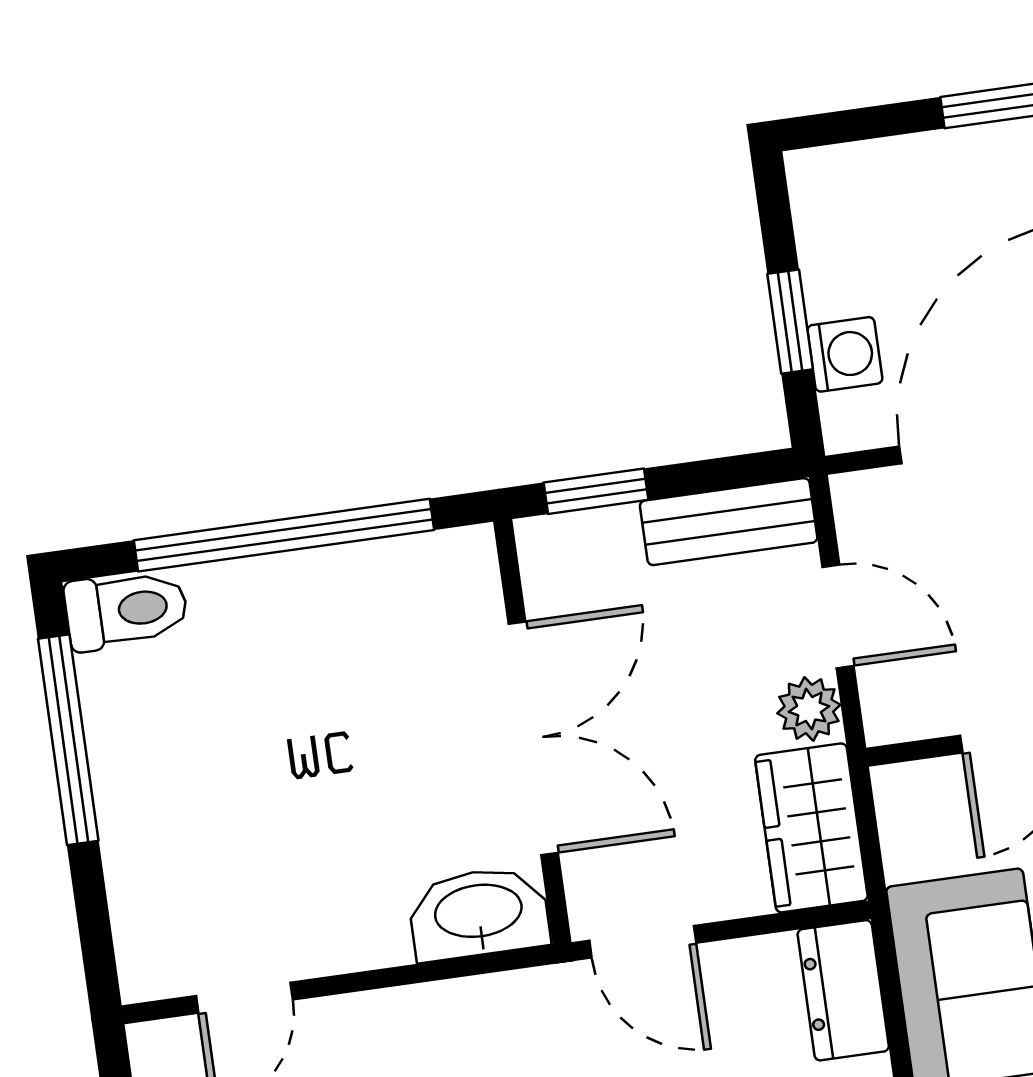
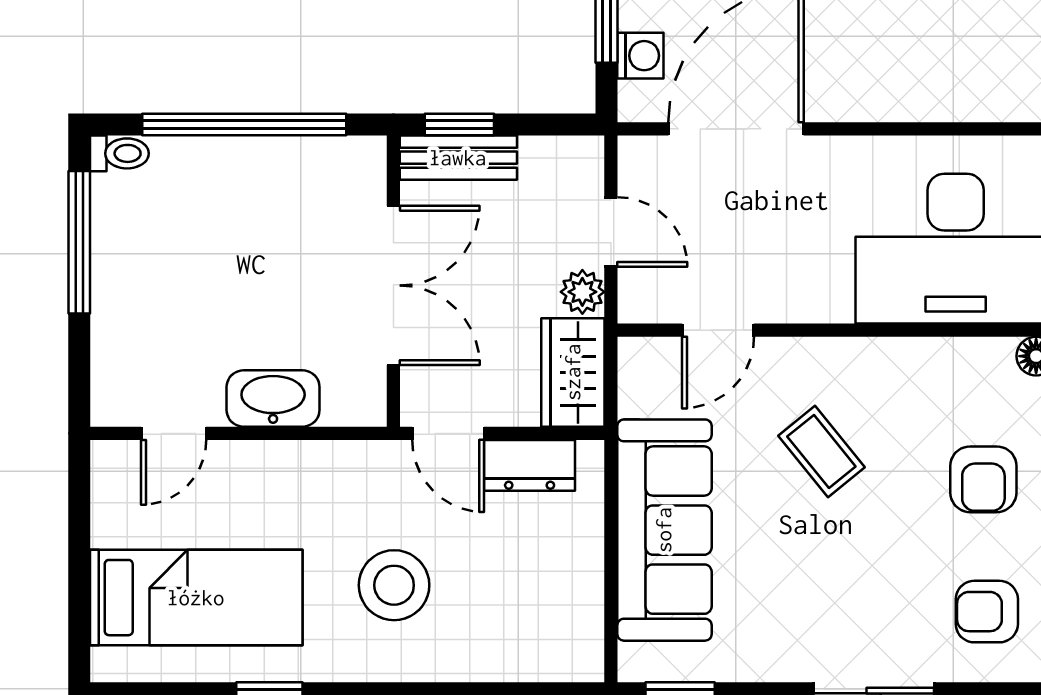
bench: (729, 522) -> (458, 158), moved
toilet: (126, 610) -> (119, 153), width x0.73, depth x0.72
washbasin: (479, 913) -> (273, 399), moved
dresser: (843, 990) -> (530, 465), moved, turned -90

